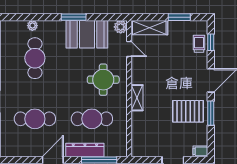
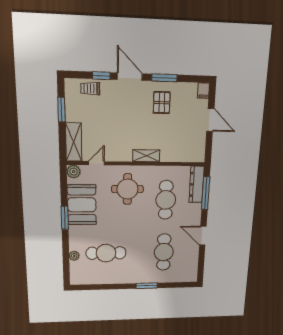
window: (211, 42) -> (101, 76), moved
pallet: (188, 111) -> (162, 103), width x0.67, depth x0.71
dresser: (85, 150) -> (197, 184), moved

